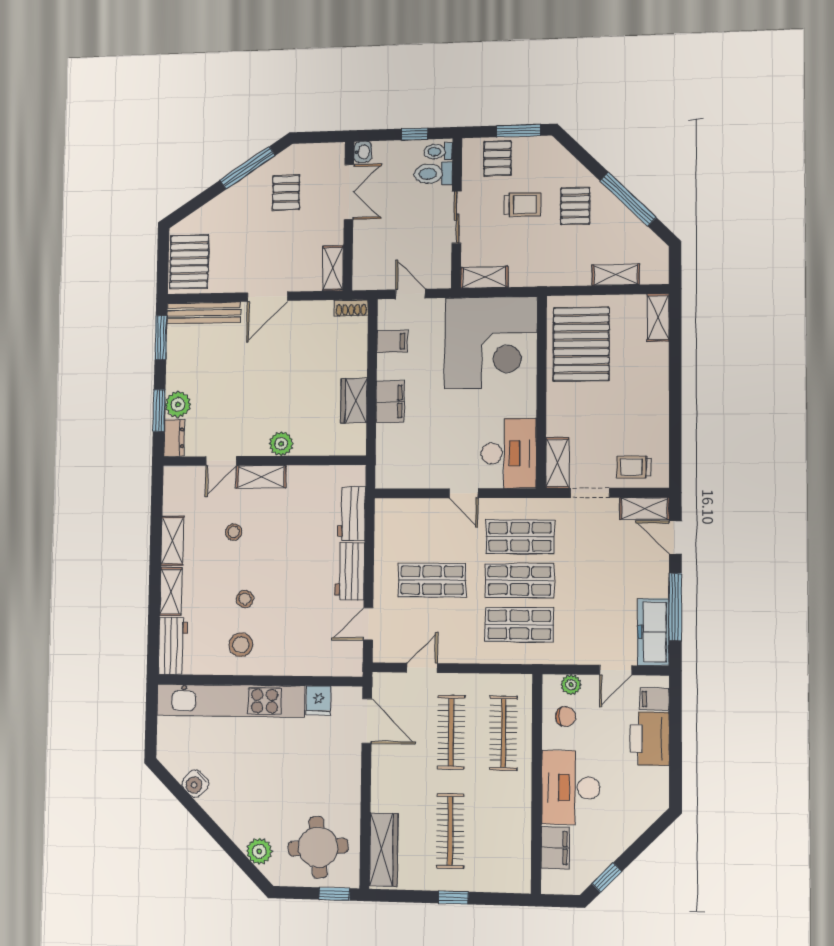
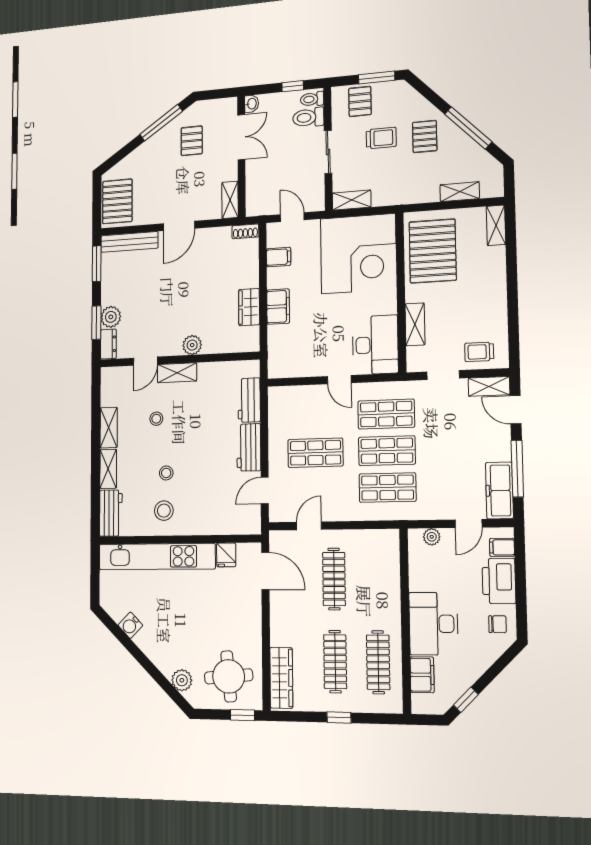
shelving: (557, 463) -> (415, 324), moved
chair: (566, 716) -> (497, 624), moved
clothes rail: (503, 733) -> (378, 662), moved

